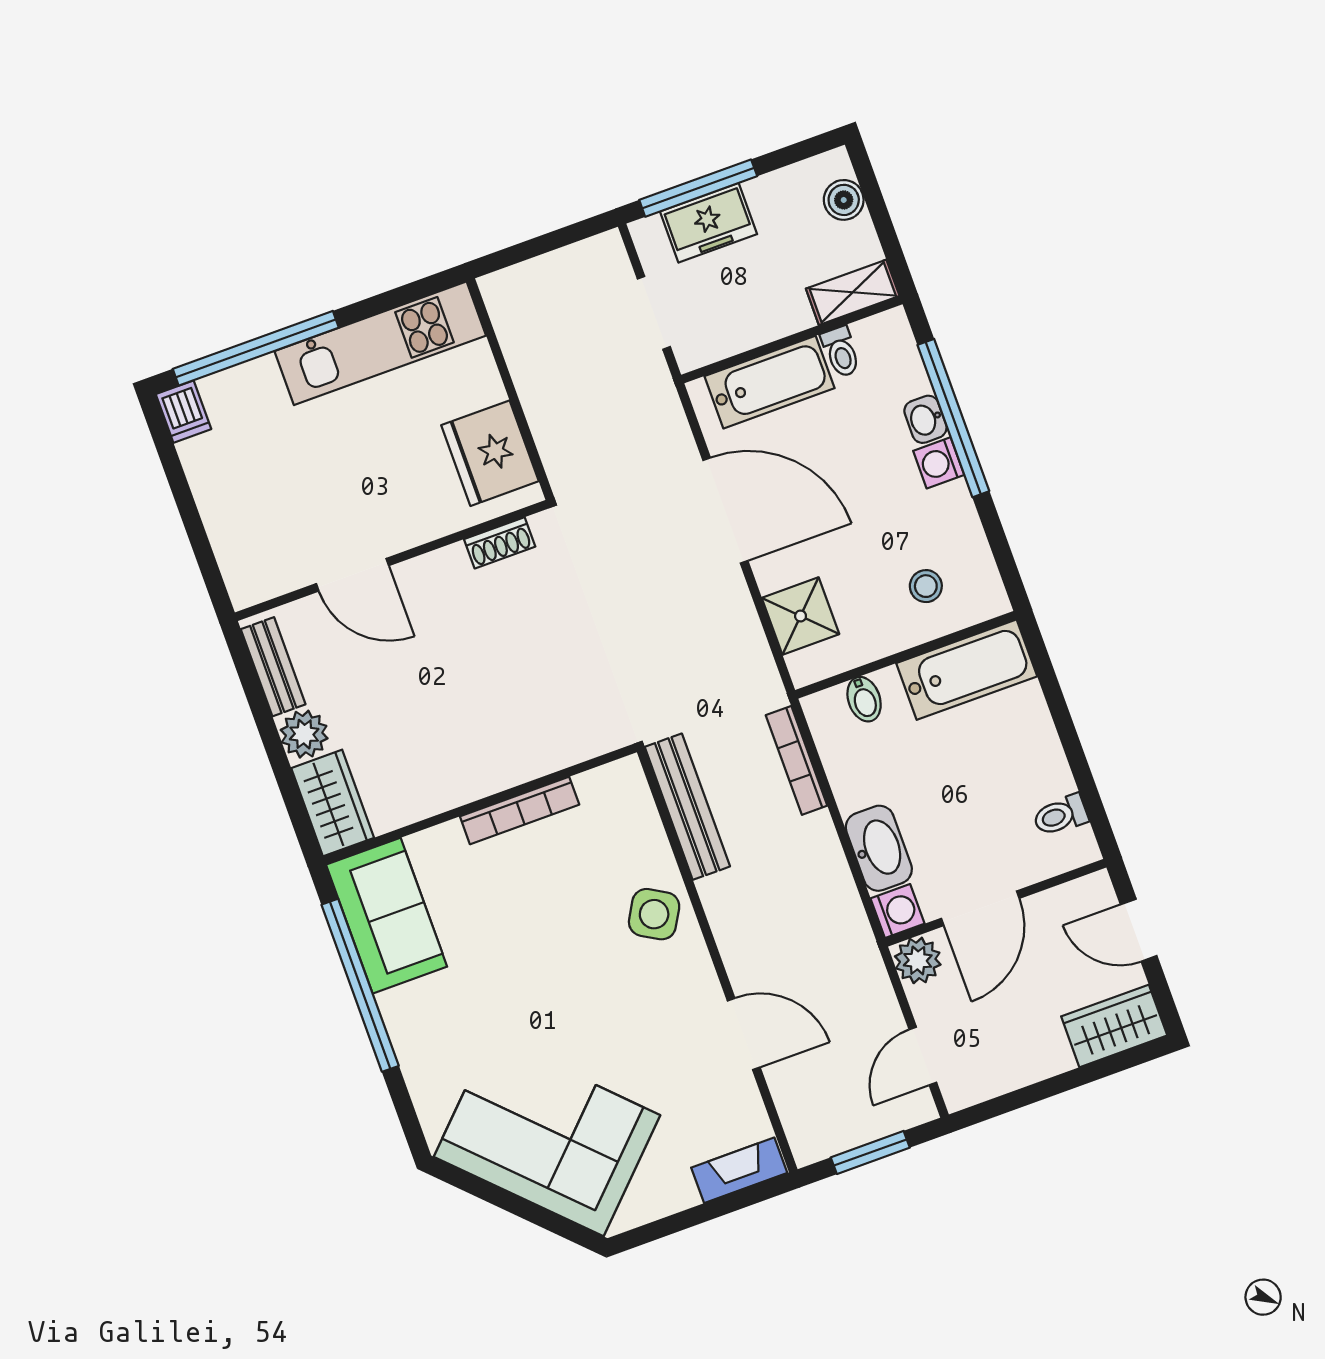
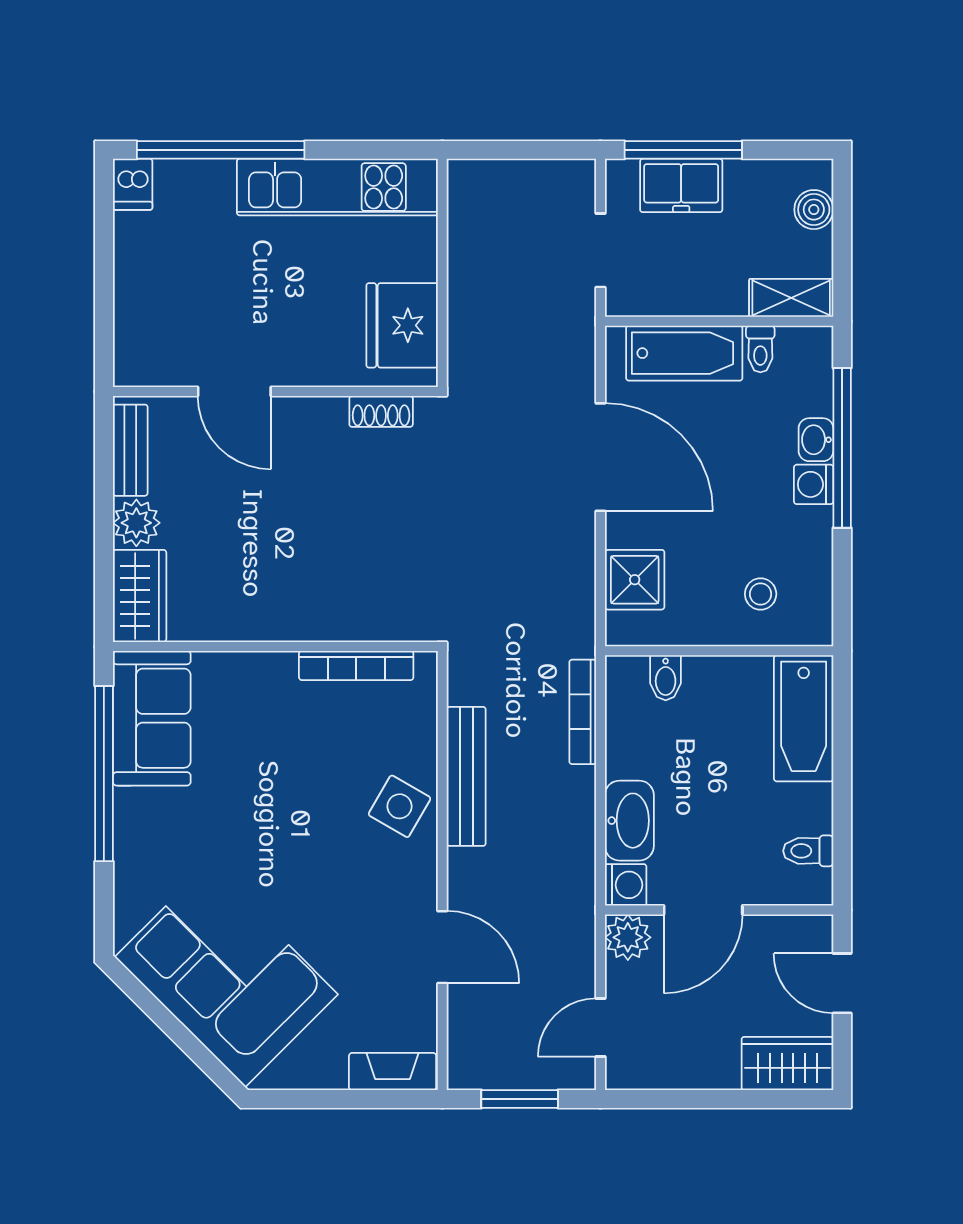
bathtub: (967, 670) -> (804, 718), moved, turned 90
bench: (687, 807) -> (466, 776), moved
bookcase: (520, 810) -> (356, 665), moved

